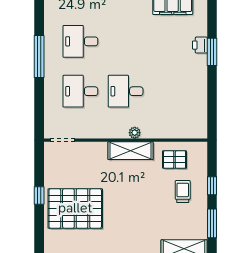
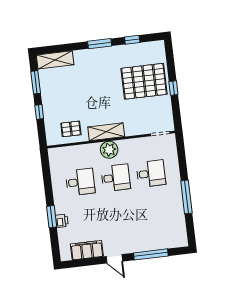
desk: (80, 41) -> (80, 182), moved
plant: (135, 133) -> (109, 150), width x1.88, depth x1.88
trolley: (183, 192) -> (62, 105), removed

